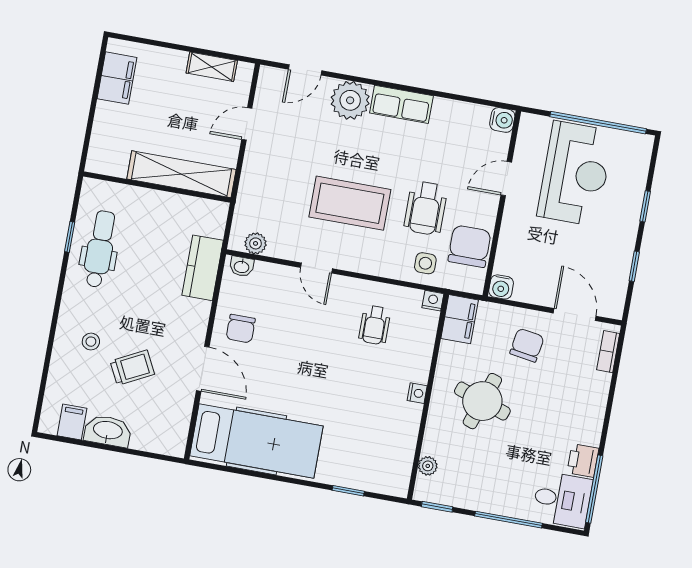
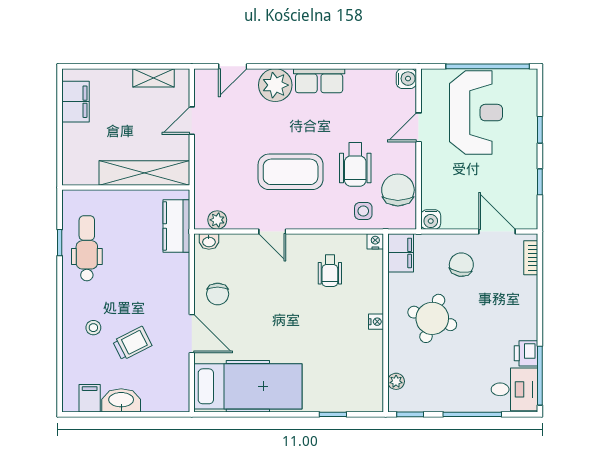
kitchen counter: (203, 268) -> (176, 226), moved

